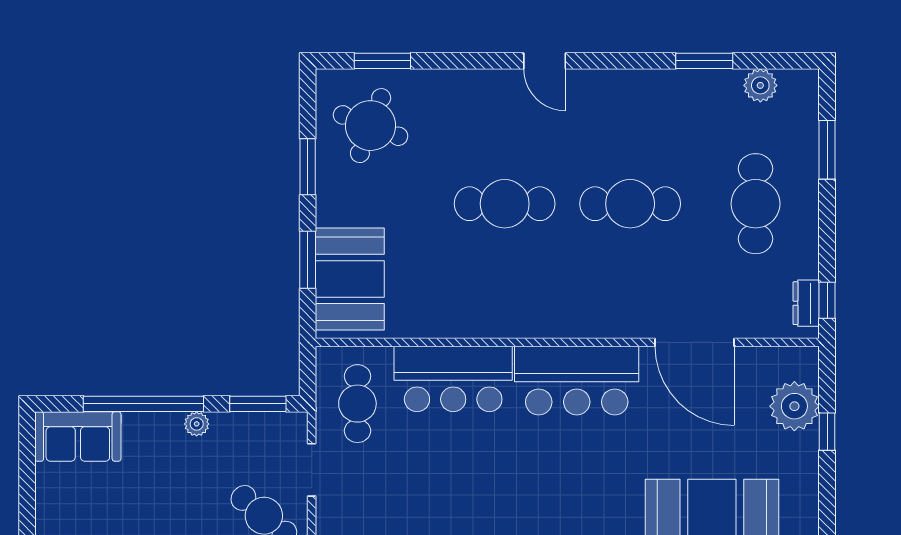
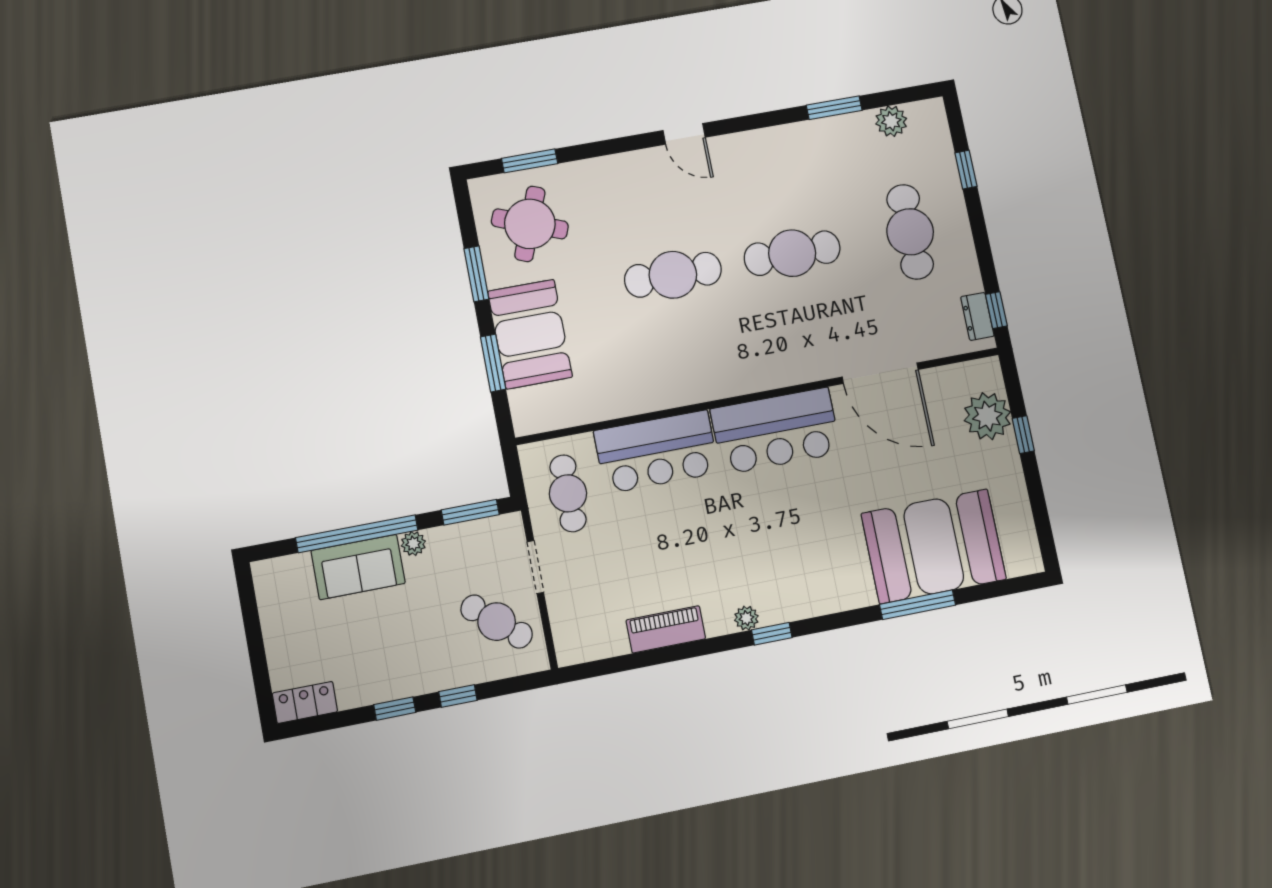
window: (827, 150) -> (966, 170), width x0.67
booth: (350, 279) -> (530, 334), moved
sofa: (78, 436) -> (358, 567), moved

